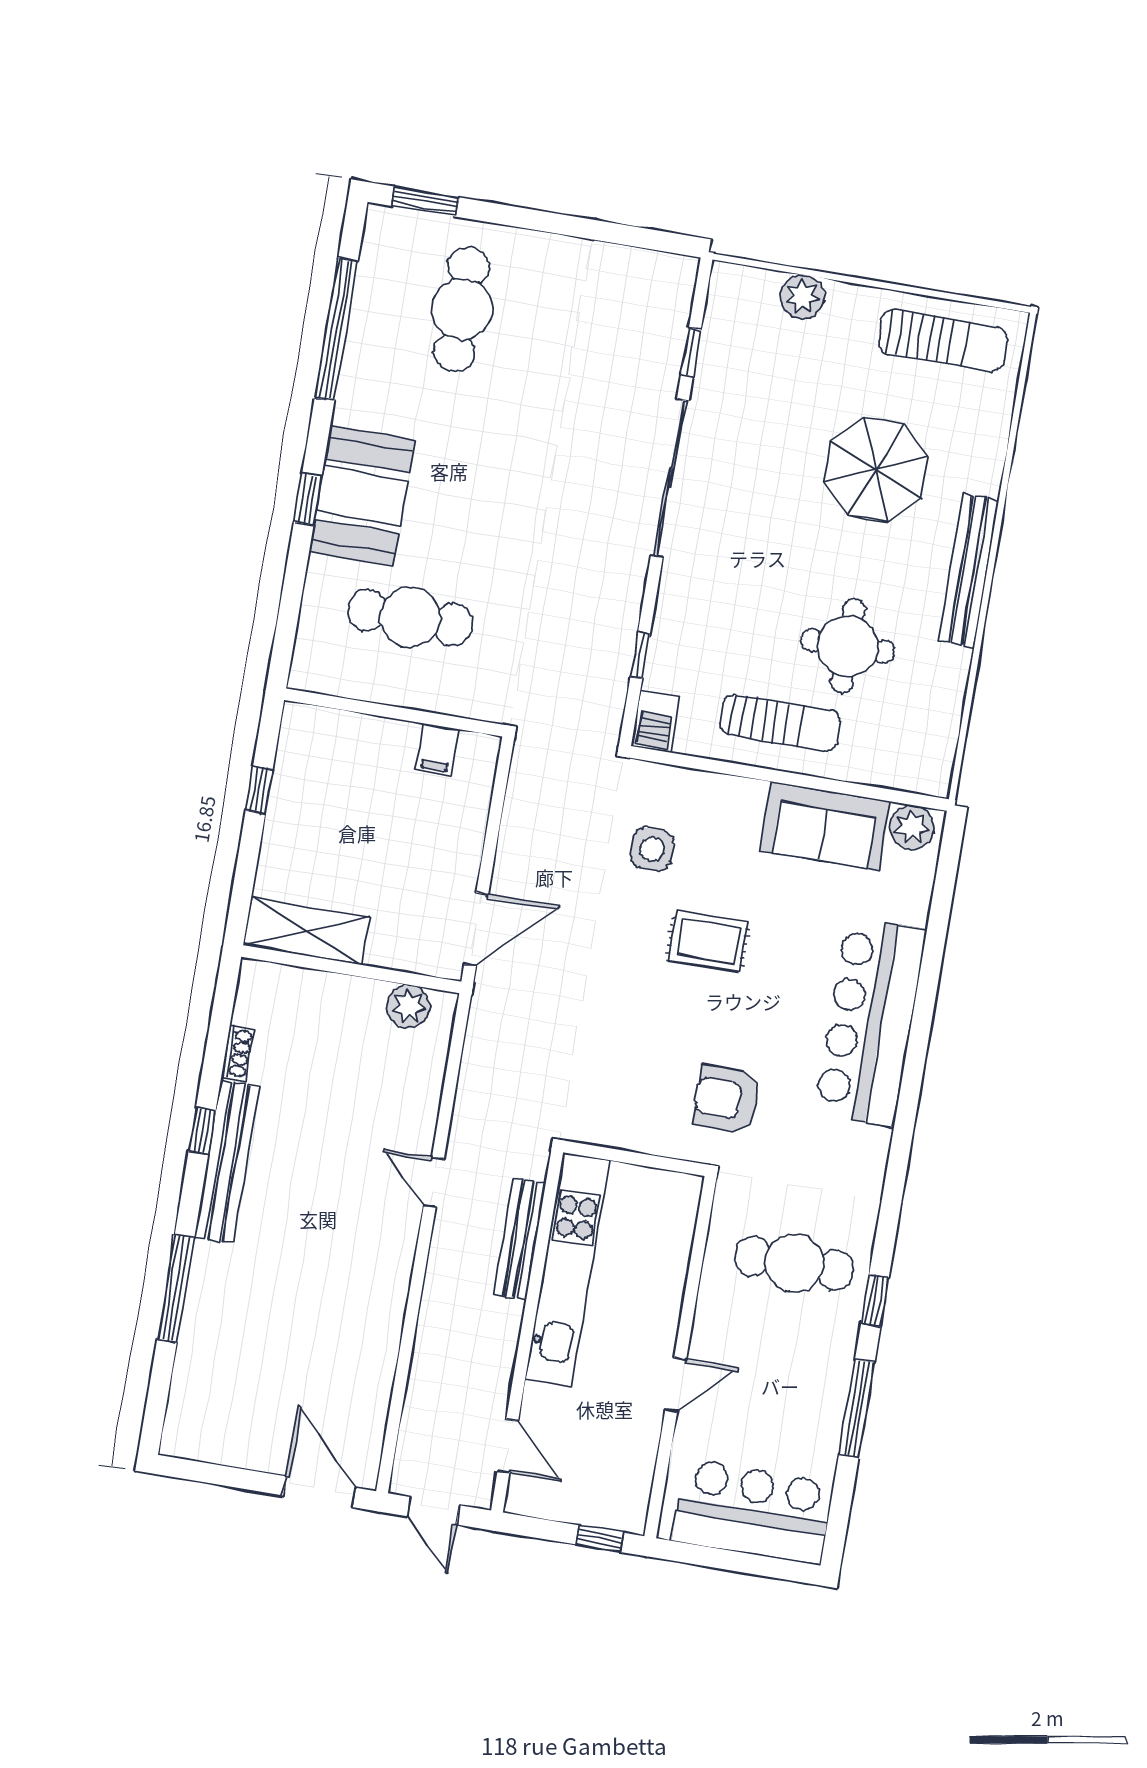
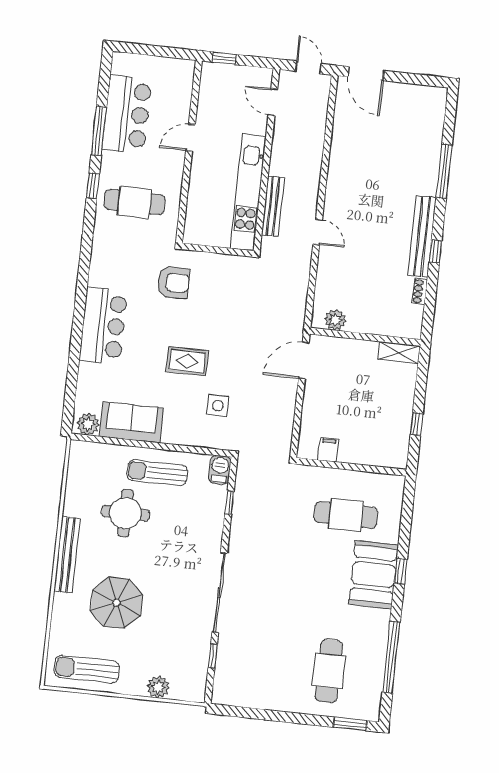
shelving: (307, 931) -> (399, 353), width x0.67, depth x0.75
bar counter: (870, 1021) -> (103, 326), width x0.73
bar counter: (753, 1512) -> (127, 114), moved, turned -90

